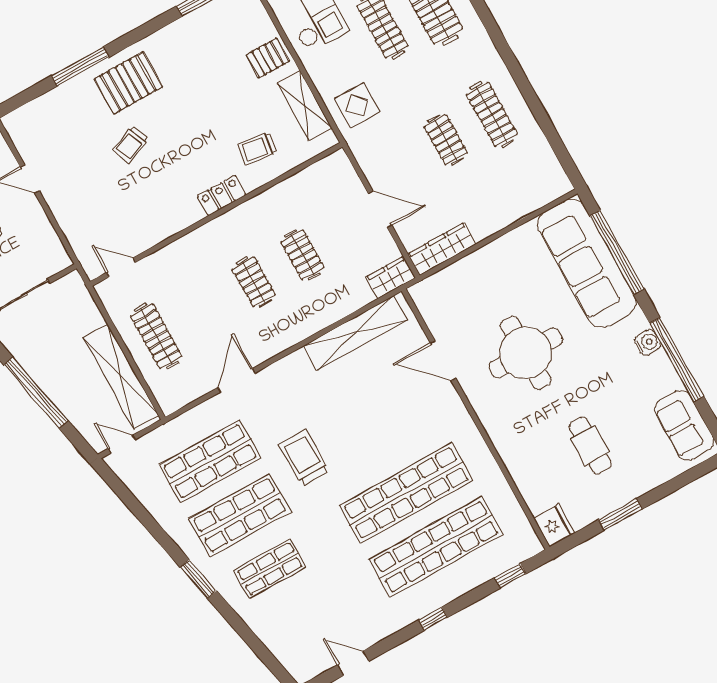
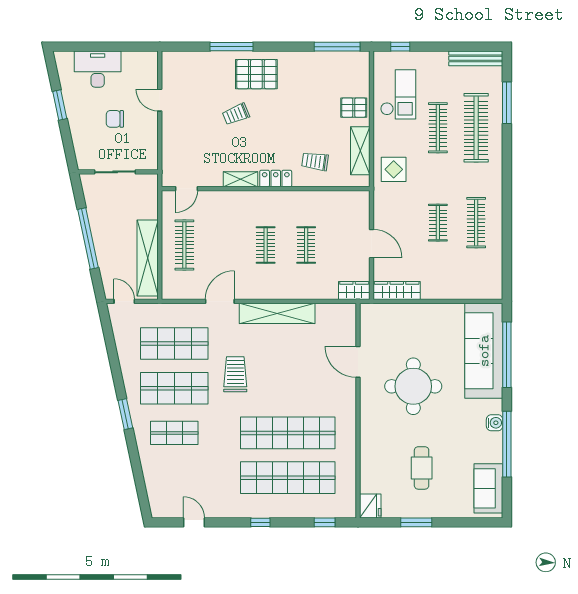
shelving: (180, 220) -> (241, 179), added
door: (121, 267) -> (186, 189), swing flipped
shelving: (355, 333) -> (277, 313), moved

